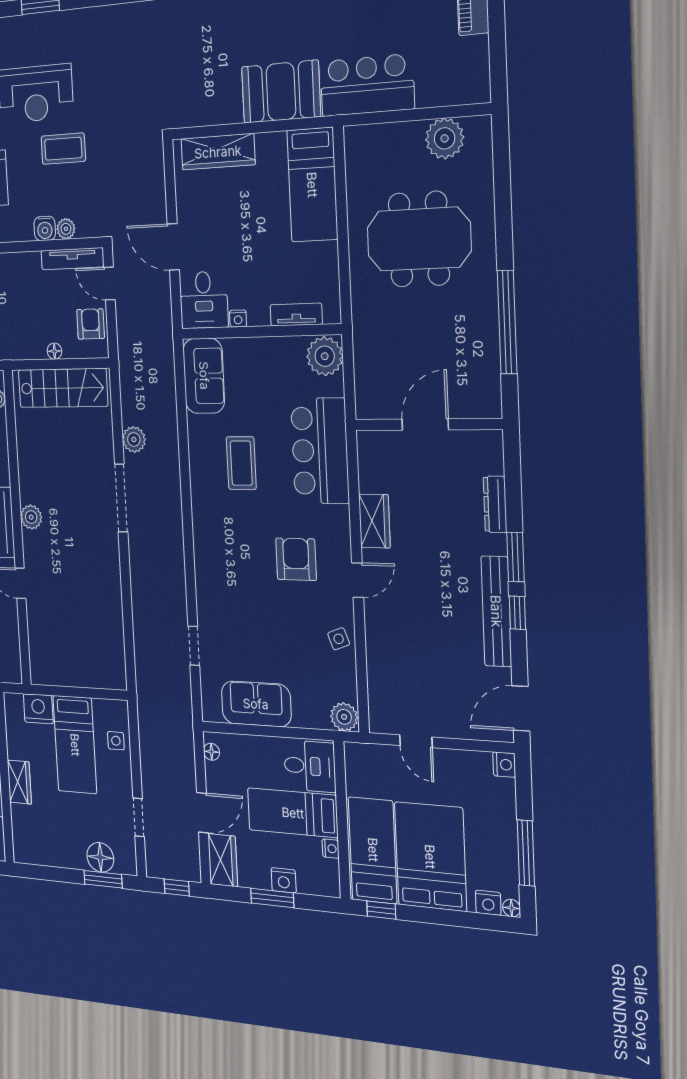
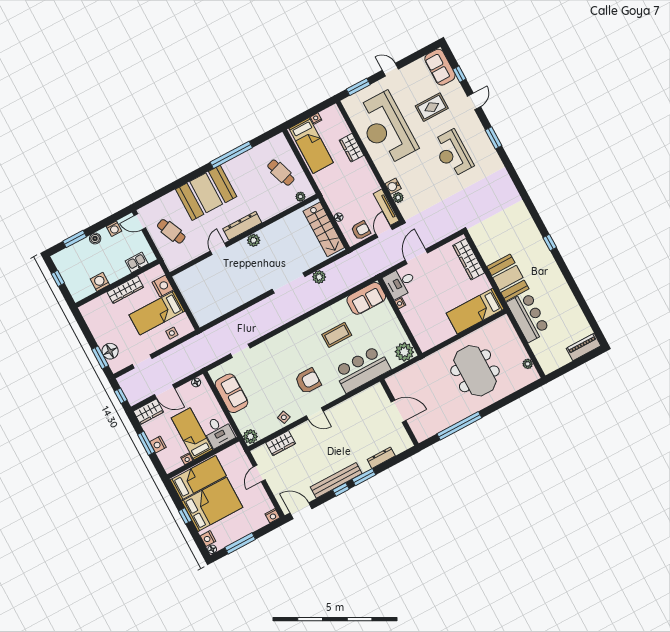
plant: (445, 138) -> (528, 364), width x0.53, depth x0.53
coffee table: (63, 149) -> (434, 180), removed
tv unit: (296, 314) -> (416, 330), removed
wardrobe: (374, 521) -> (281, 443), moved
wardrobe: (19, 782) -> (125, 290), width x1.50
window: (381, 910) -> (185, 516), moved

